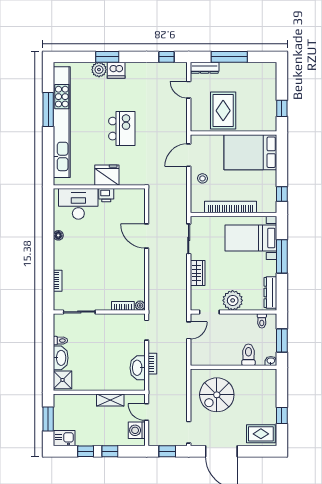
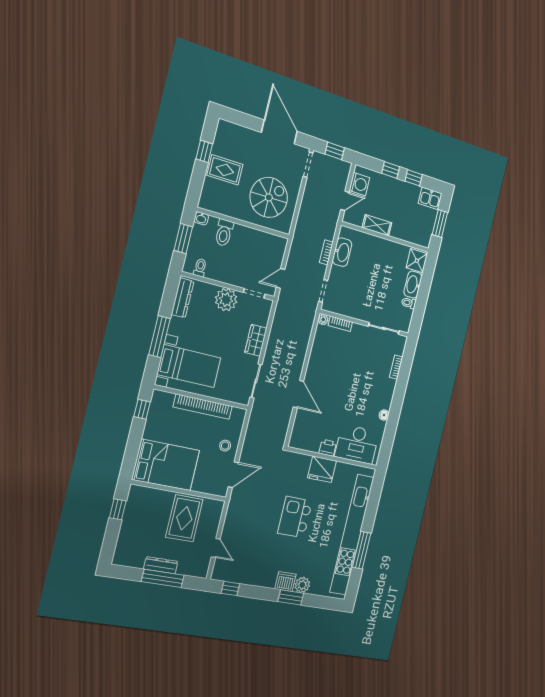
dresser: (205, 68) -> (161, 565), moved
door: (147, 412) -> (345, 201), hinge flipped
rug: (261, 434) -> (225, 170), moved

